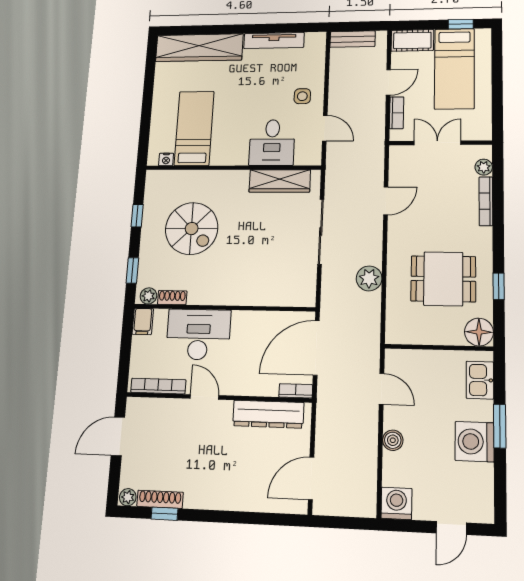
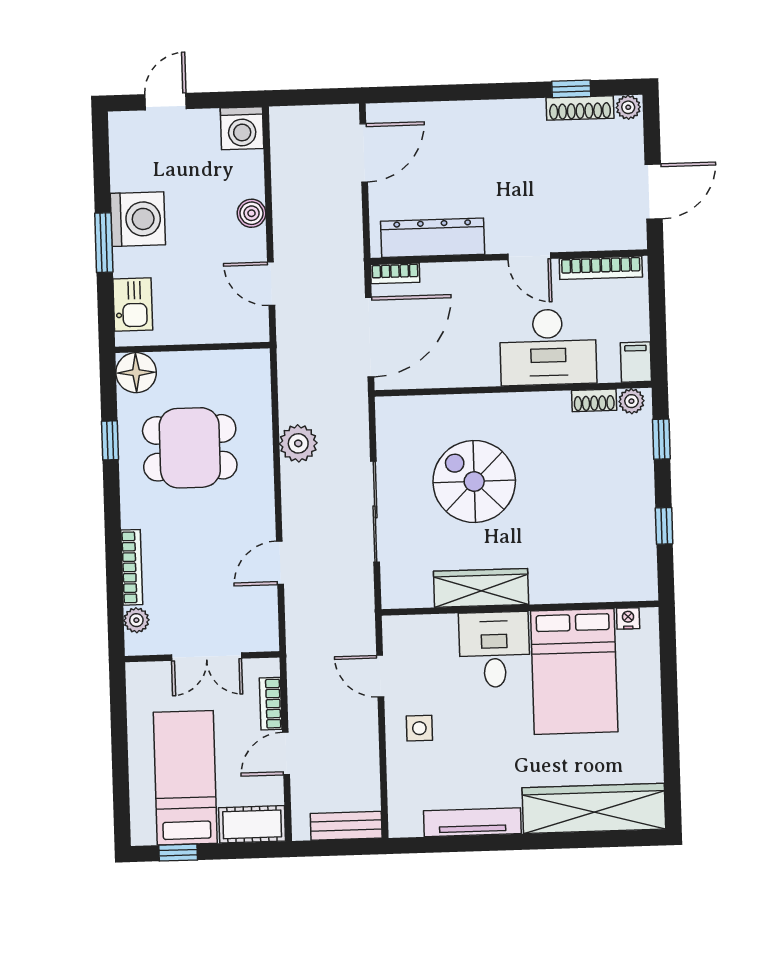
bed: (194, 128) -> (574, 671), width x1.50
desk: (272, 143) -> (494, 650), moved
wardrobe: (280, 181) -> (481, 588), moved
spiral stairs: (192, 229) -> (474, 481), moved

